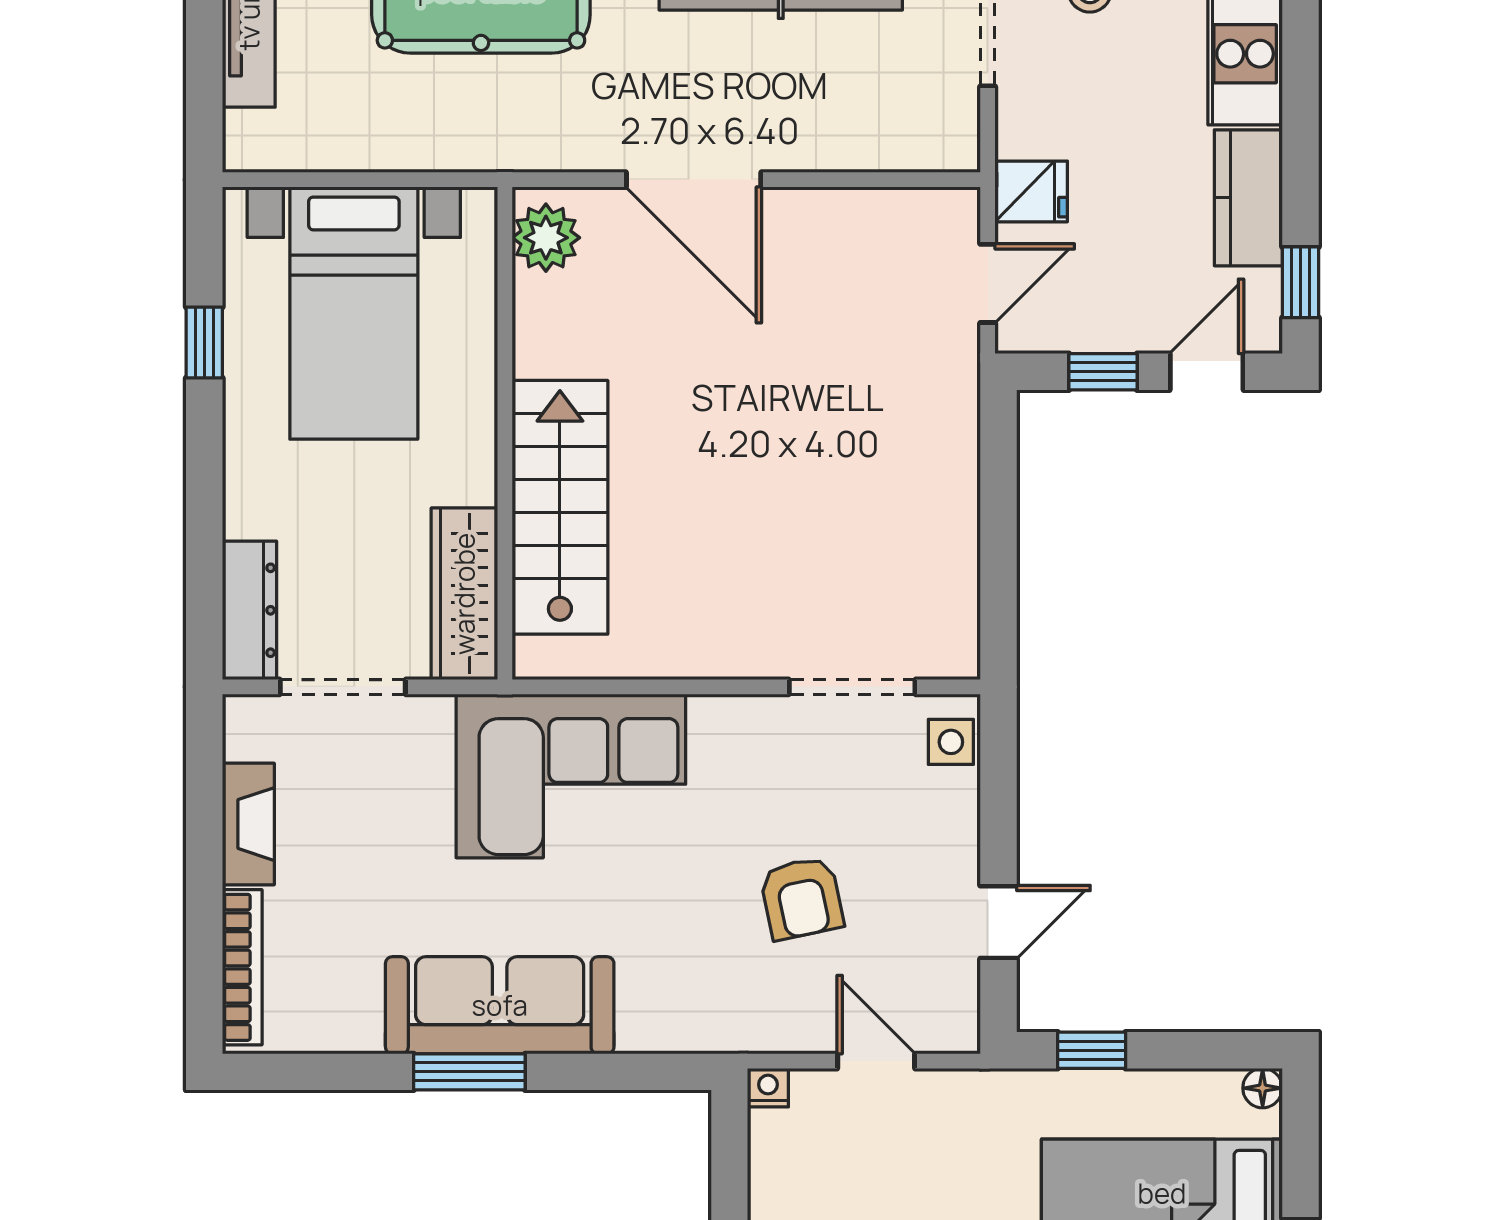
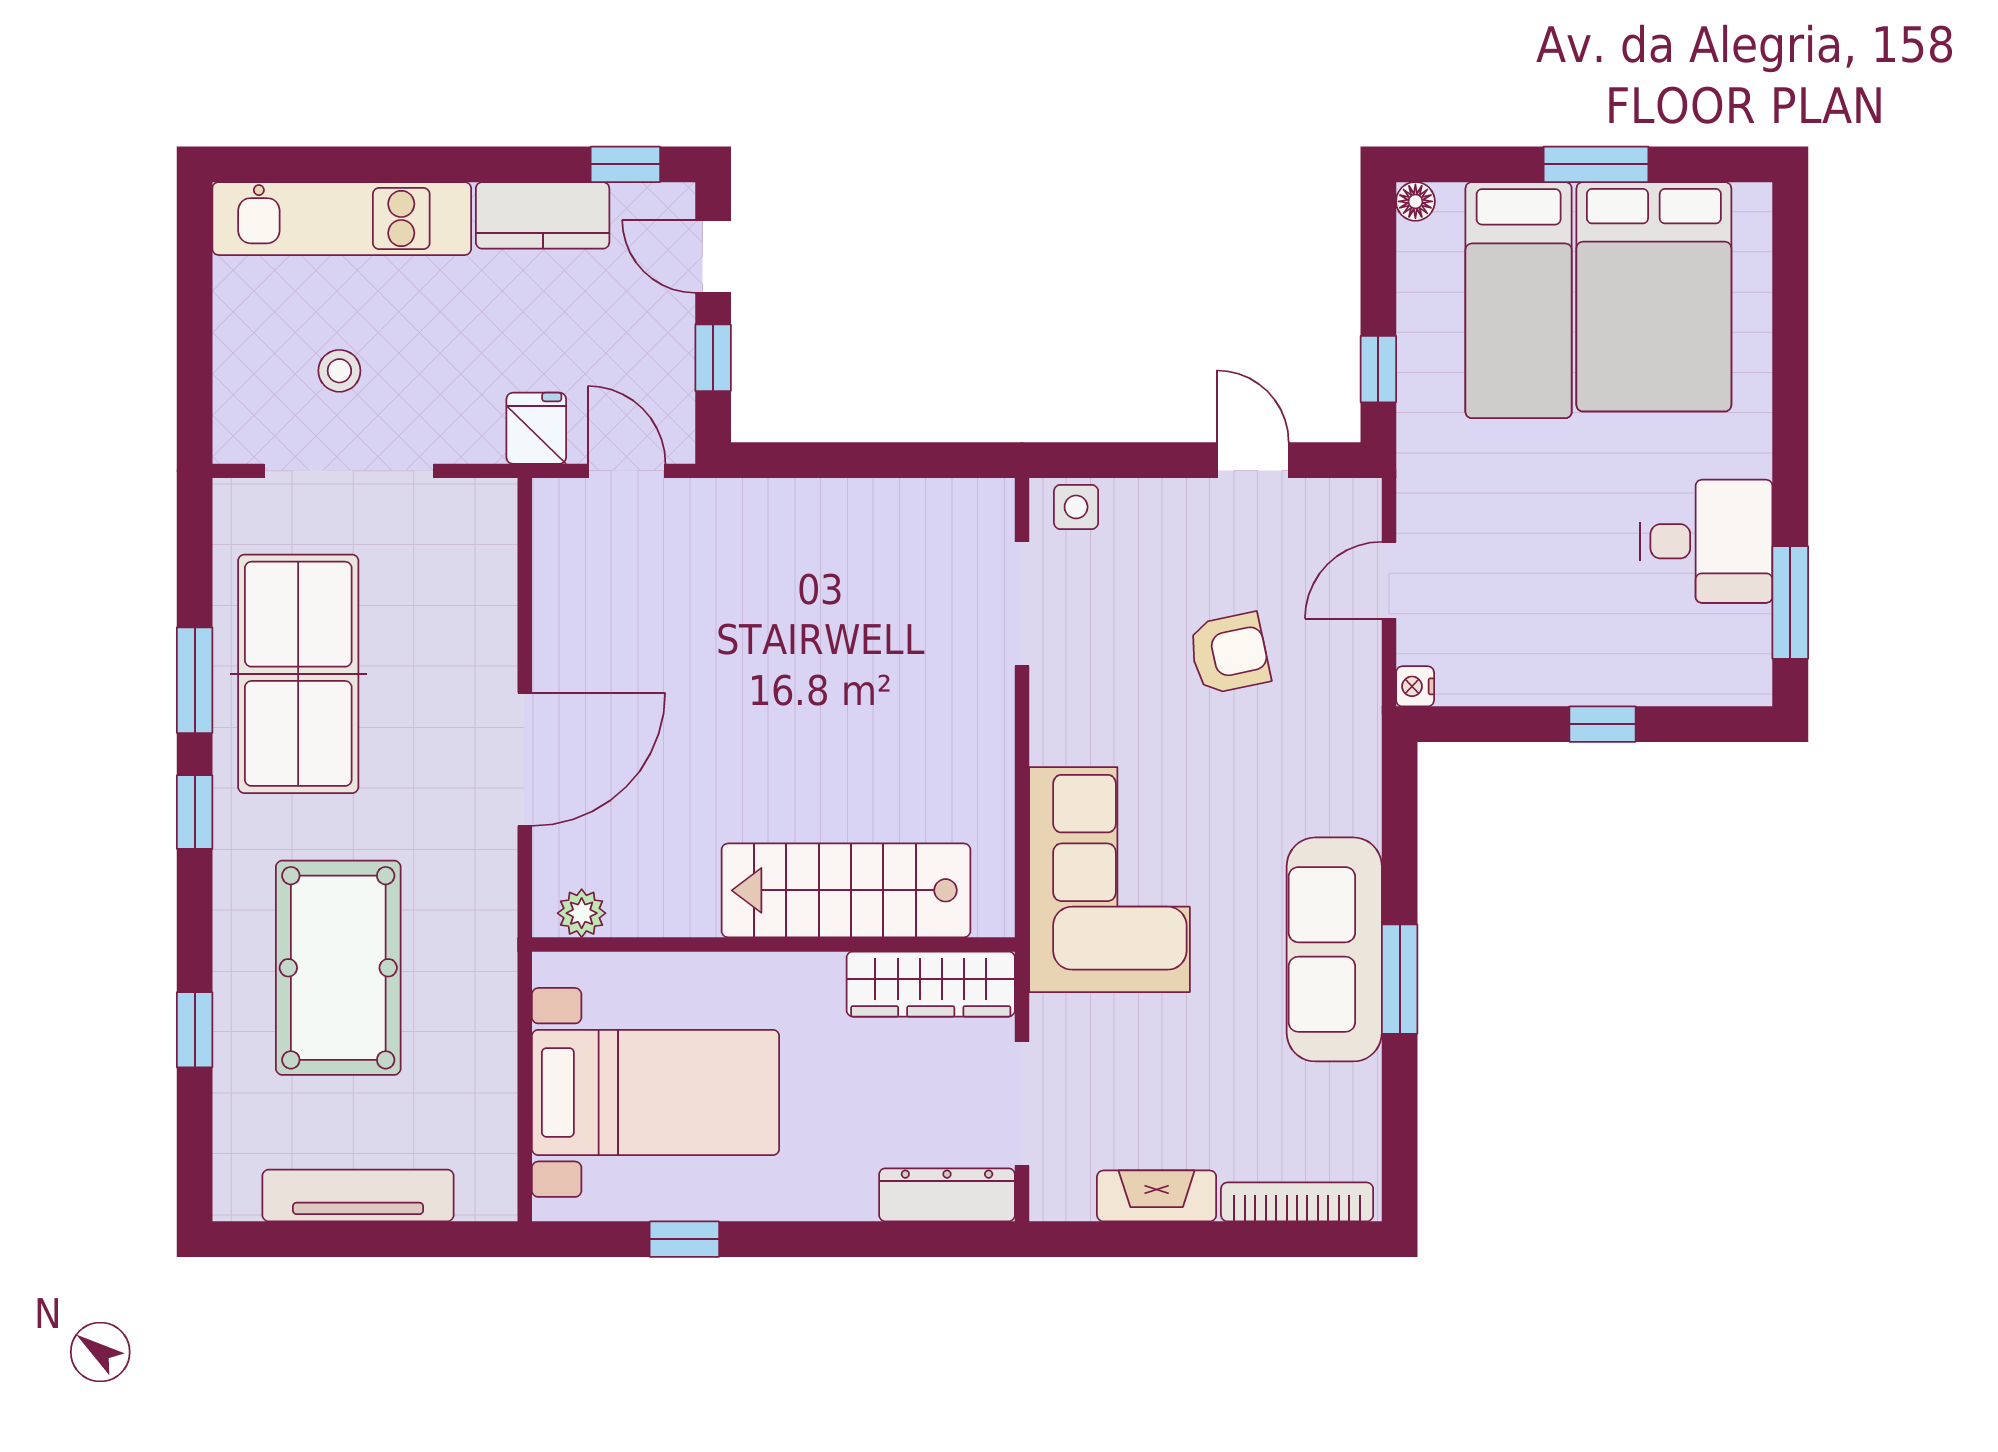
plant: (546, 238) -> (582, 913), width x0.73, depth x0.73

